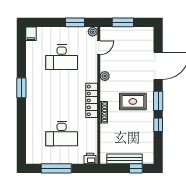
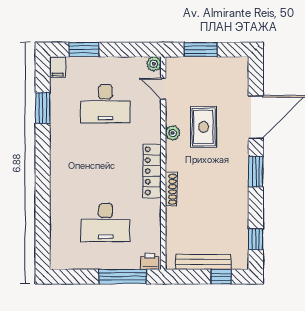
window: (75, 22) -> (84, 50), moved
door: (99, 48) -> (163, 89), swing flipped
window: (21, 88) -> (43, 108), moved
rug: (133, 101) -> (204, 127), moved, turned 90
window: (158, 125) -> (256, 239), moved
window: (56, 168) -> (123, 277), moved

